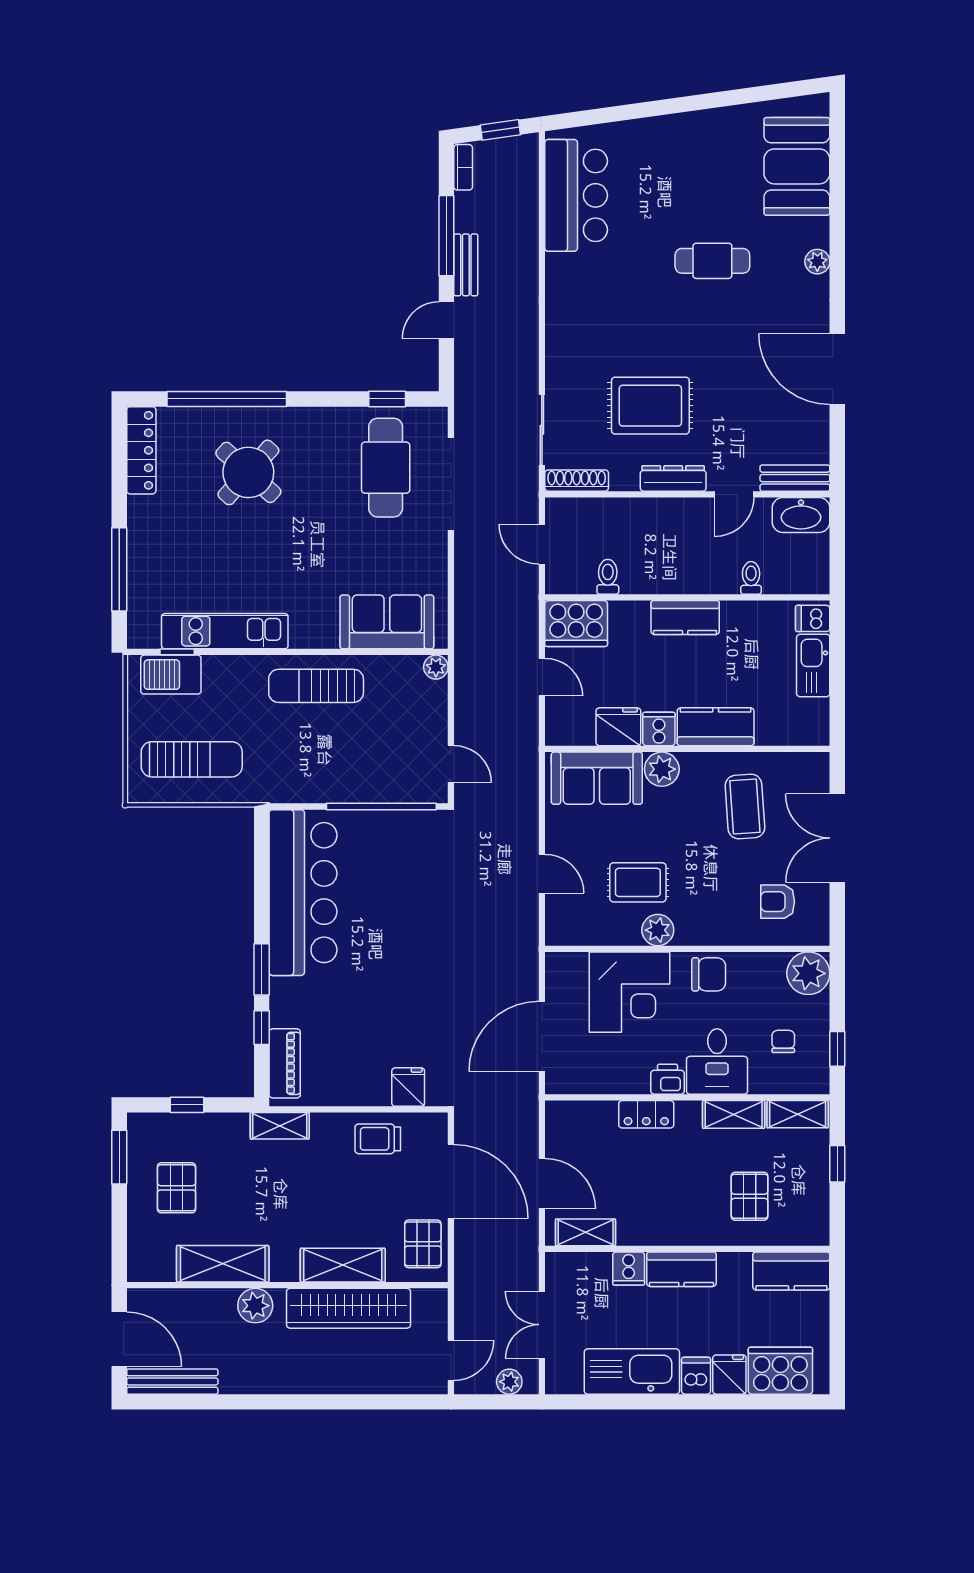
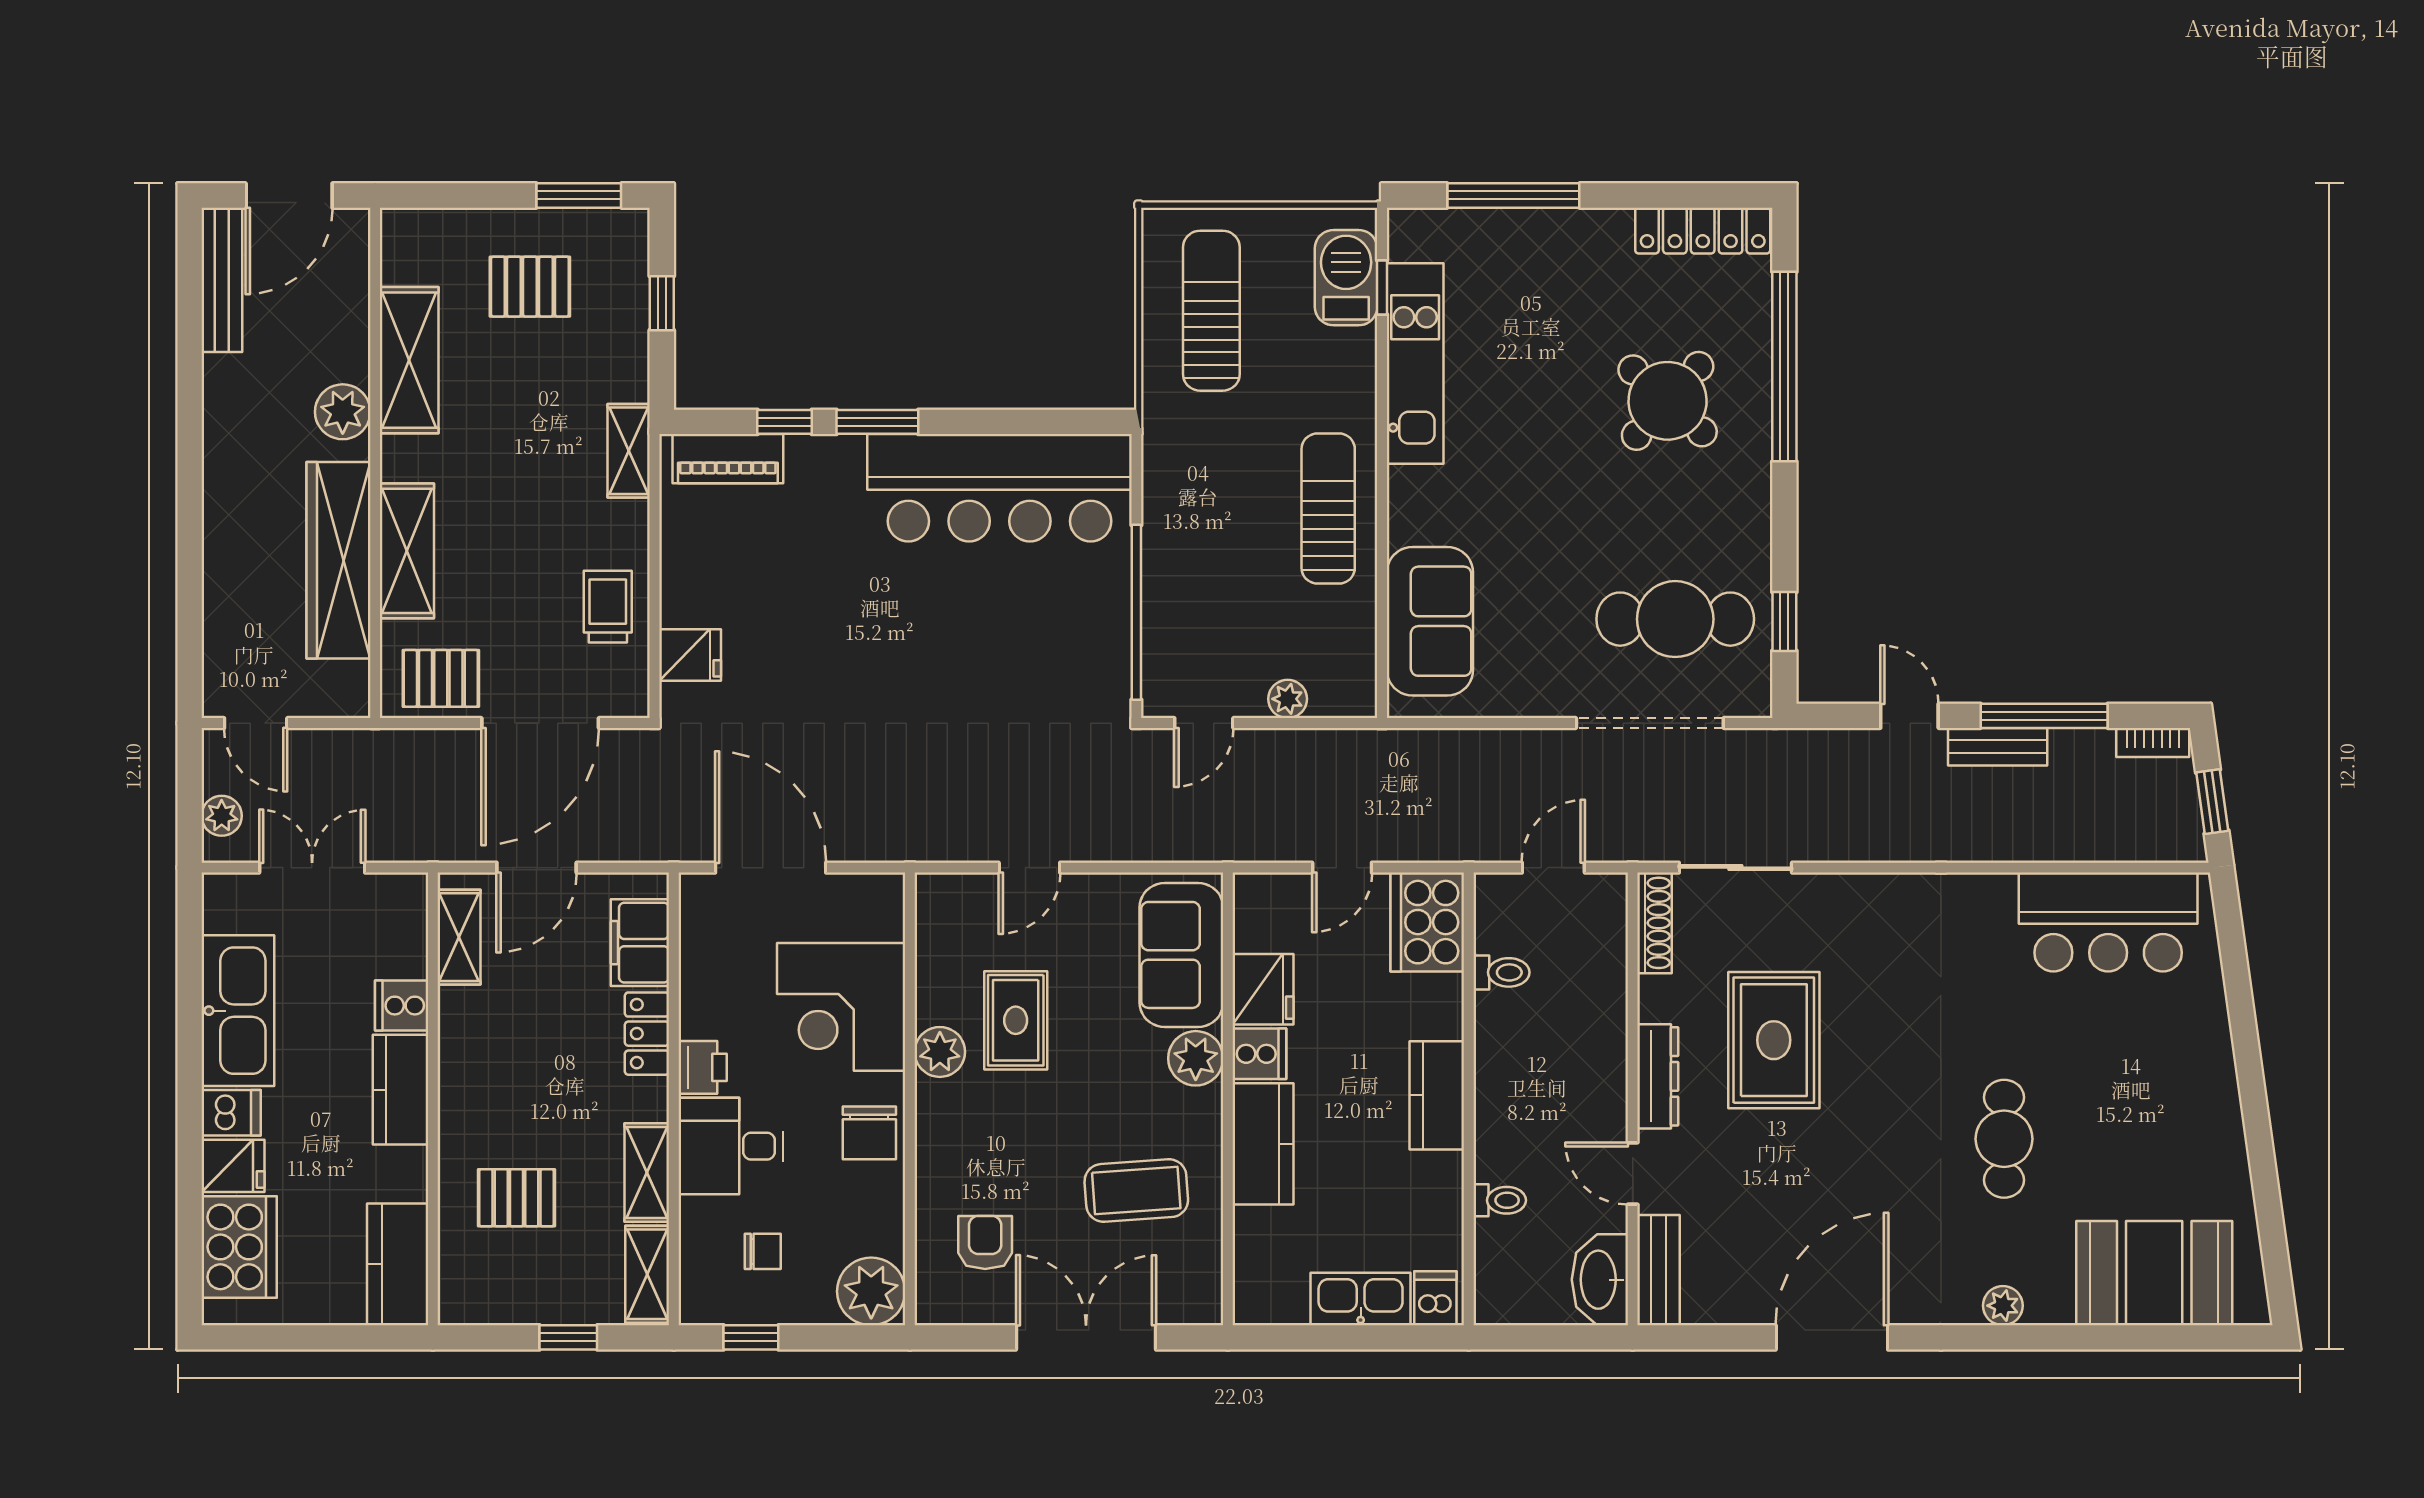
plant: (436, 667) -> (1288, 699), moved
sun lounger: (192, 759) -> (1211, 311), turned 180
filing cabinet: (589, 1119) -> (640, 943), added

